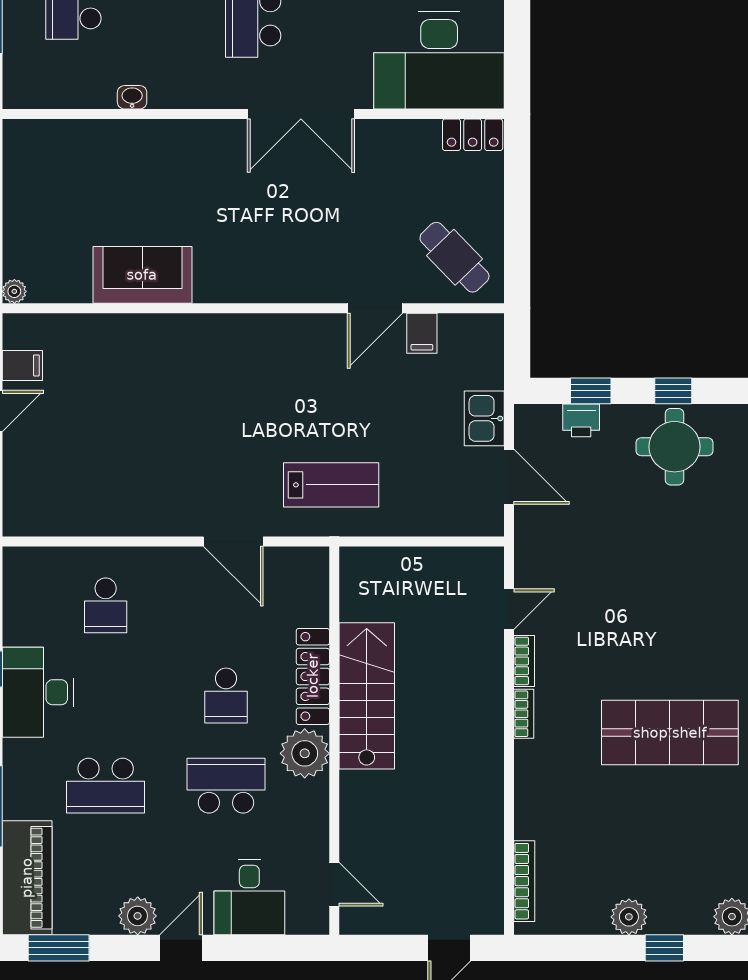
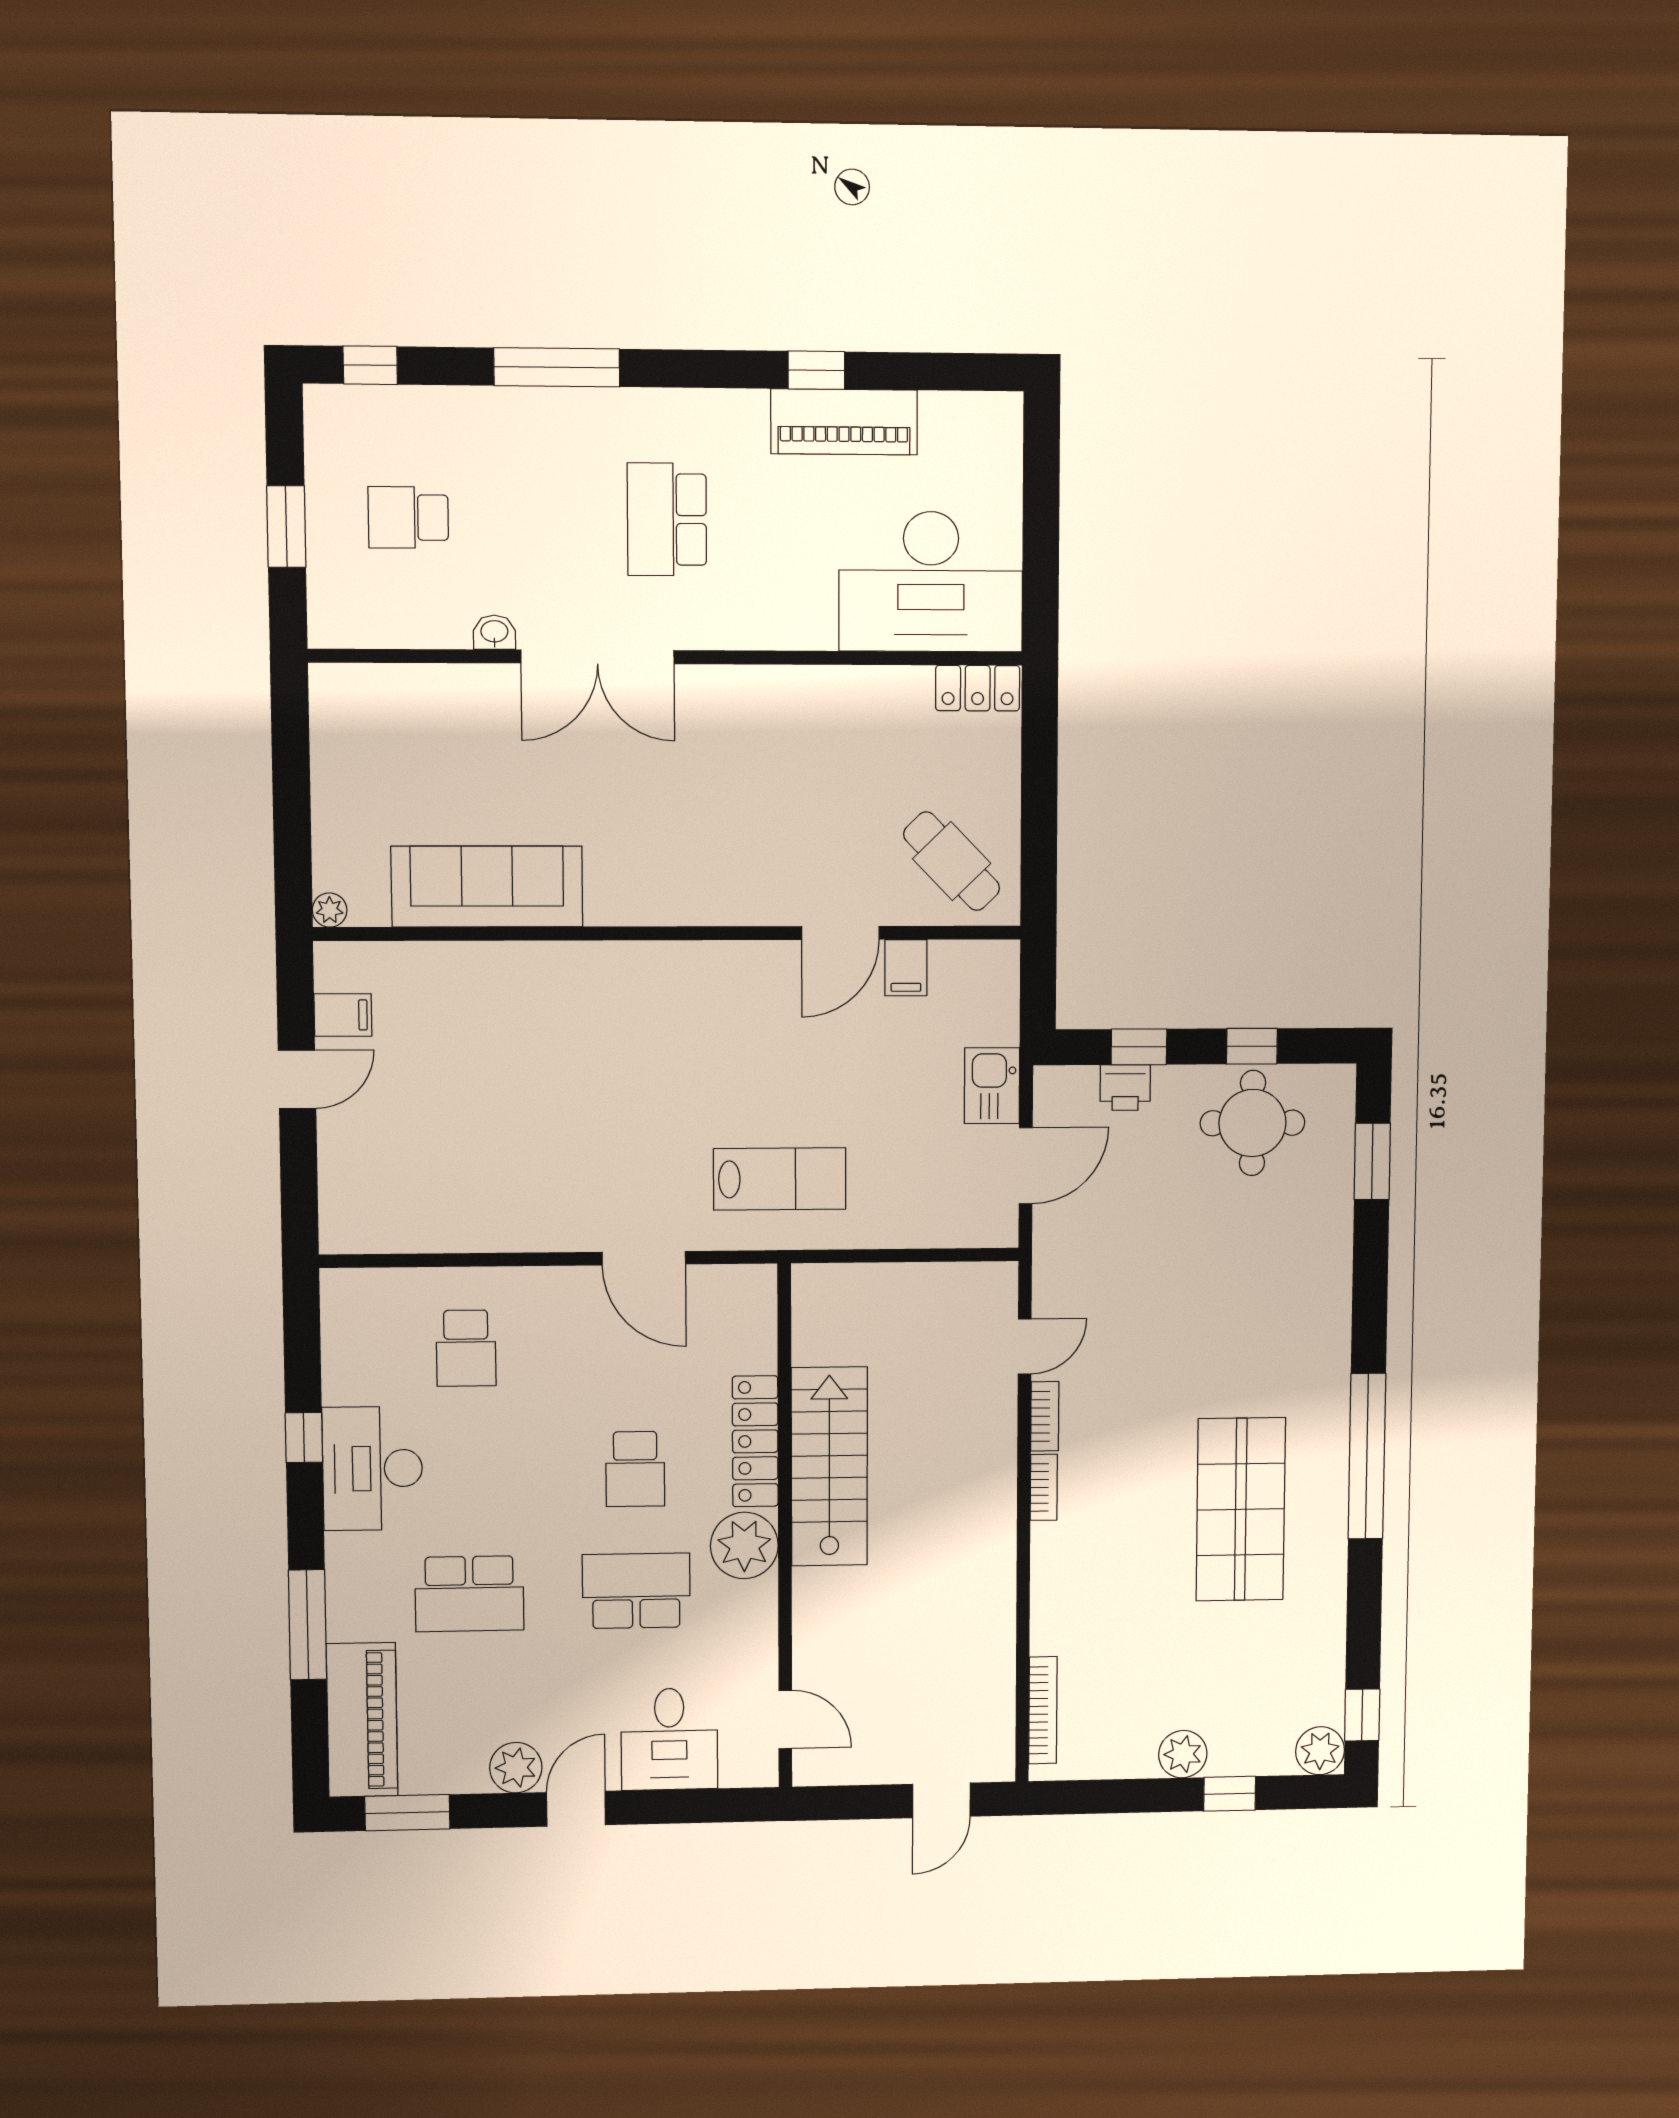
double door: (301, 114) -> (598, 657), moved
sofa: (142, 275) -> (487, 887), width x1.36
door: (509, 477) -> (1026, 1166), hinge flipped
shop shelf: (670, 733) -> (1241, 1509), turned 90

